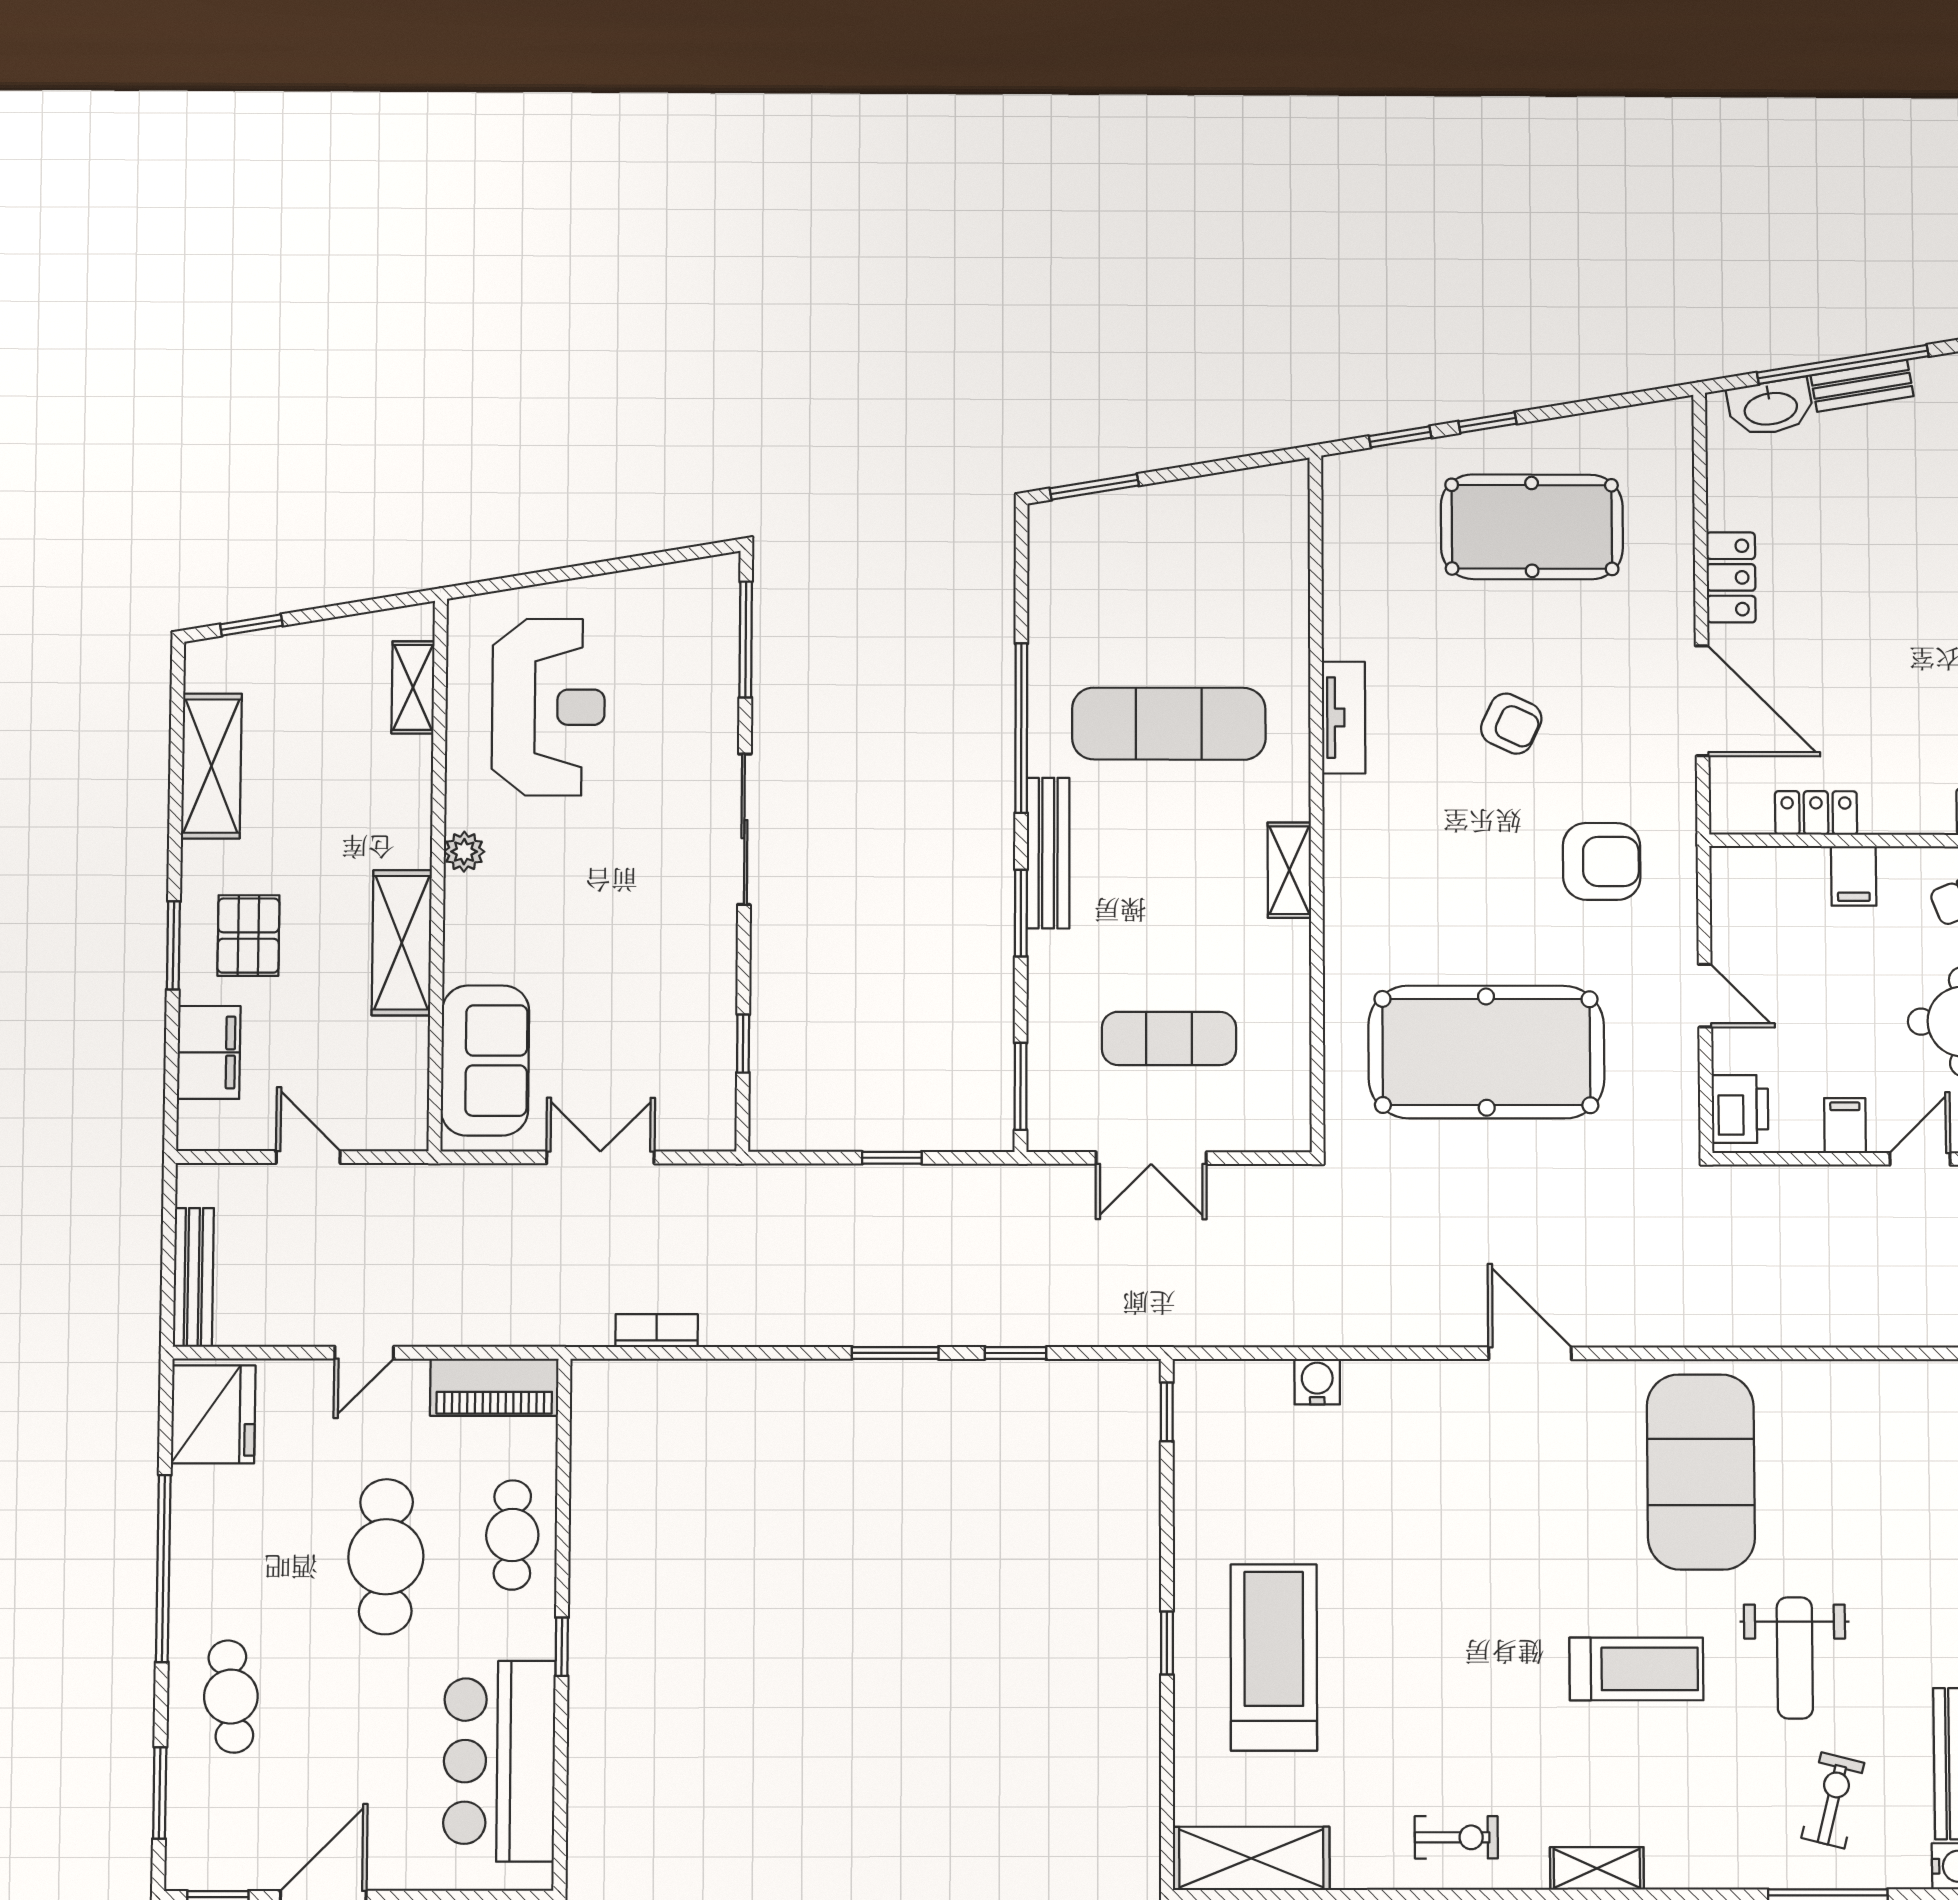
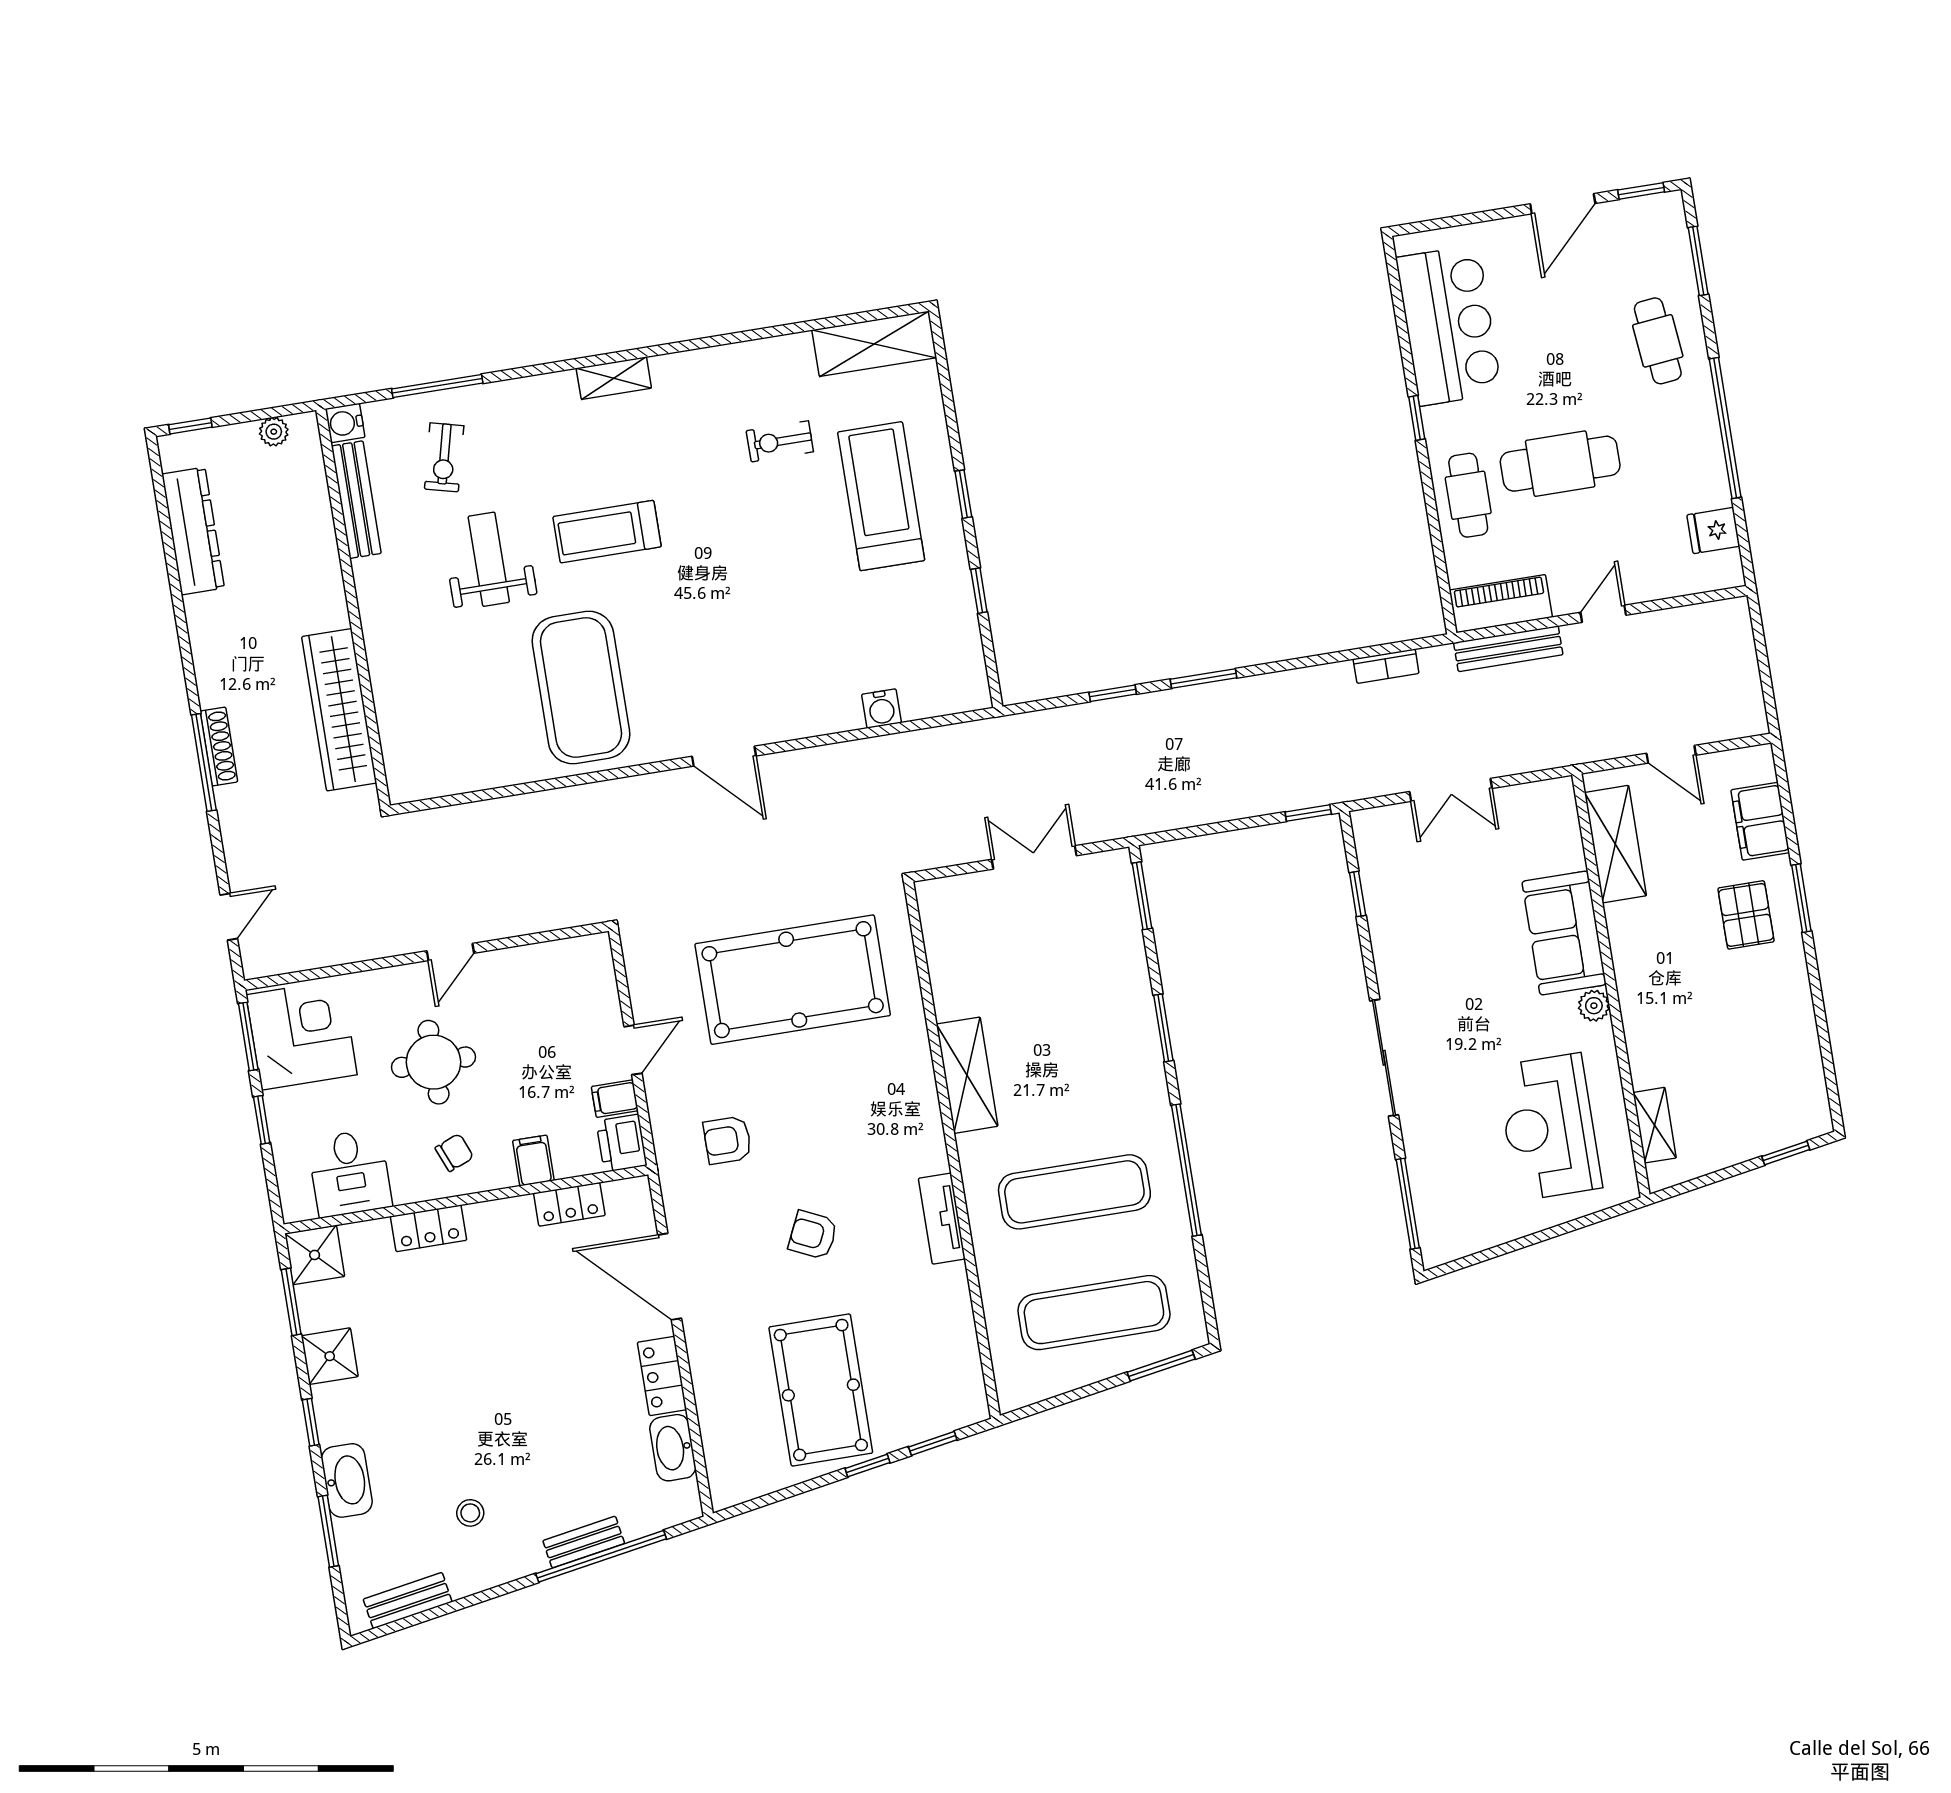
washbasin: (1771, 407) -> (673, 1448), moved, turned -80
pool table: (1532, 527) -> (821, 1390), turned 90
shelving: (211, 766) -> (1797, 1040), removed
bench: (1048, 853) -> (1150, 1077), removed
armchair: (1602, 861) -> (727, 1140), width x0.72, depth x0.72
shelving: (1289, 870) -> (967, 1075), width x1.50, depth x1.33
shelving: (402, 943) -> (1615, 844), moved
door: (1705, 996) -> (633, 1050), swing flipped
exercise mat: (1169, 1038) -> (1094, 1313), moved, width x1.36, depth x1.45
sofa: (485, 1061) -> (1564, 933), moved
printer: (1740, 1109) -> (622, 1143), moved
filing cabinet: (1845, 1126) -> (615, 1099), moved, turned 90
window: (892, 1158) -> (1308, 813), moved
bench: (193, 1277) -> (1508, 649), moved, turned 90
window: (1167, 1412) -> (979, 591), moved
fridge: (213, 1414) -> (1713, 531), width x0.53, depth x0.75
cafe table: (386, 1557) -> (1560, 464), turned 90
treadmill: (1274, 1657) -> (881, 496), turned 180
exercise bike: (1456, 1837) -> (780, 441), moved

